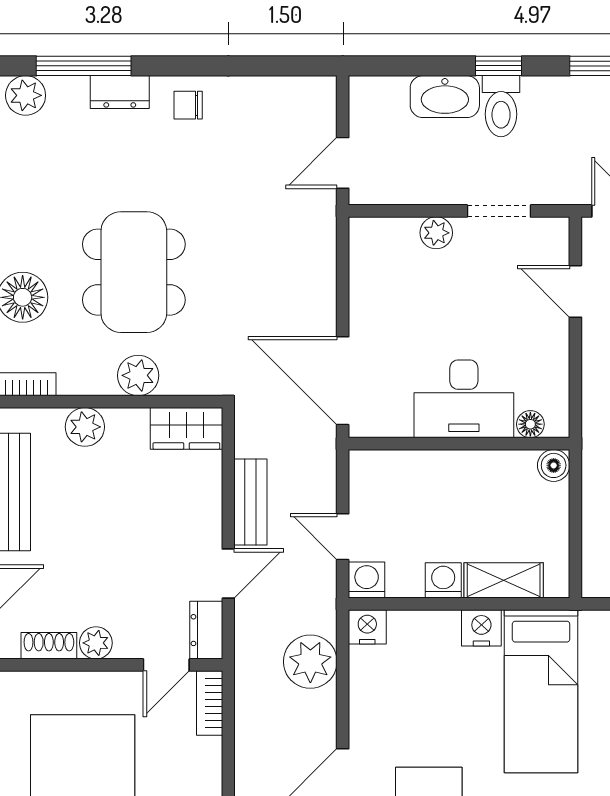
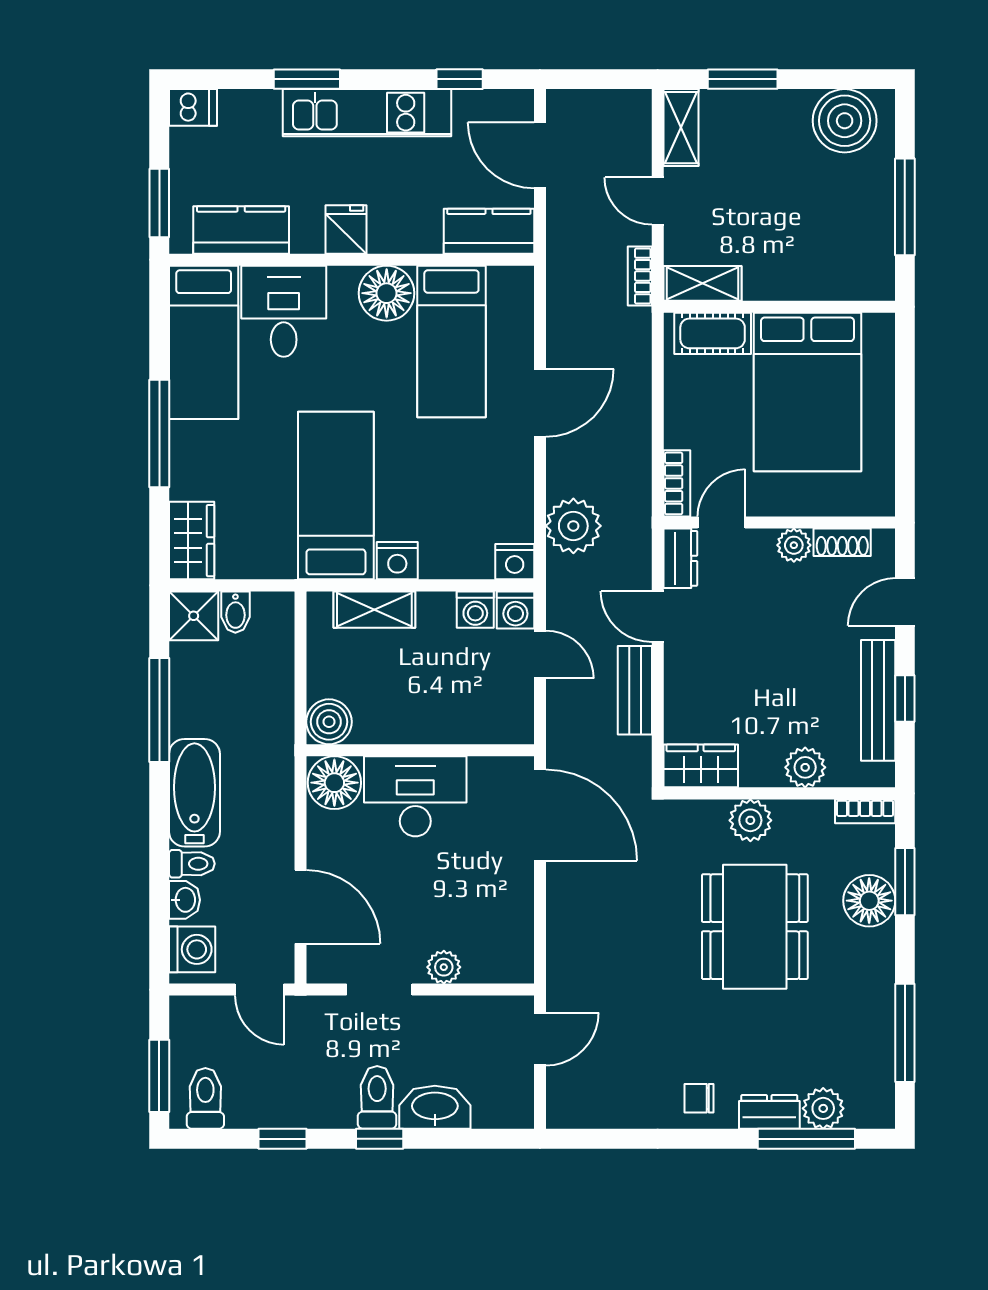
plant: (26, 95) -> (823, 1108), moved
chair: (188, 105) -> (699, 1098), turned 180
door: (575, 291) -> (301, 907), width x1.38
floor lamp: (530, 424) -> (334, 783), width x1.89, depth x1.89
boiler: (554, 465) -> (329, 722), width x1.36, depth x1.36
door: (228, 574) -> (658, 617), hinge flipped
washing machine: (443, 580) -> (475, 610), moved

